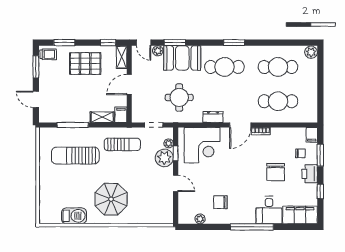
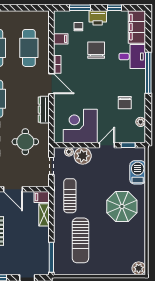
dresser: (213, 117) -> (44, 110), width x1.44
window: (73, 125) -> (51, 257), moved
filing cabinet: (312, 135) -> (61, 39), moved
corner desk: (202, 145) -> (80, 126), moved, turned -90
window: (176, 153) -> (128, 145), moved
chair: (276, 172) -> (96, 50), turned -90
barbecue: (74, 216) -> (138, 172), moved
plant: (46, 217) -> (139, 268), added

